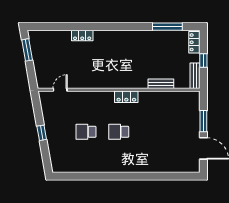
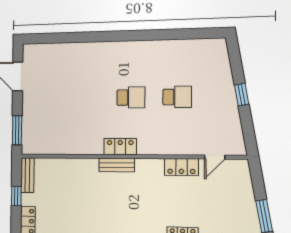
locker: (83, 83) -> (181, 167), added
bench: (161, 84) -> (117, 165), moved
window: (203, 121) -> (17, 130), moved

